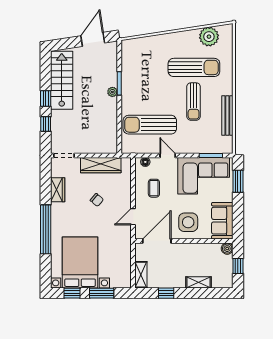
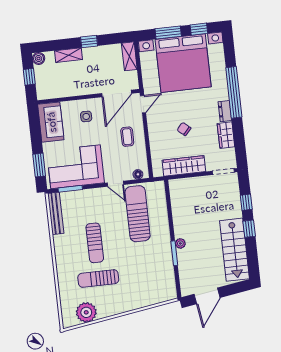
sun lounger: (194, 67) -> (98, 278), width x0.73, depth x0.75
sun lounger: (194, 102) -> (95, 243), turned 180
bench: (227, 116) -> (56, 213), moved
sun lounger: (150, 125) -> (138, 214), turned -90
coffee table: (154, 188) -> (127, 137), moved
dresser: (56, 213) -> (225, 111), added
door: (133, 217) -> (143, 104), moved
side table: (188, 222) -> (86, 116), width x0.54, depth x0.54
boiler: (227, 249) -> (39, 58), moved
bed with nightstands: (80, 263) -> (183, 63), width x1.36
window: (166, 293) -> (89, 41), moved

